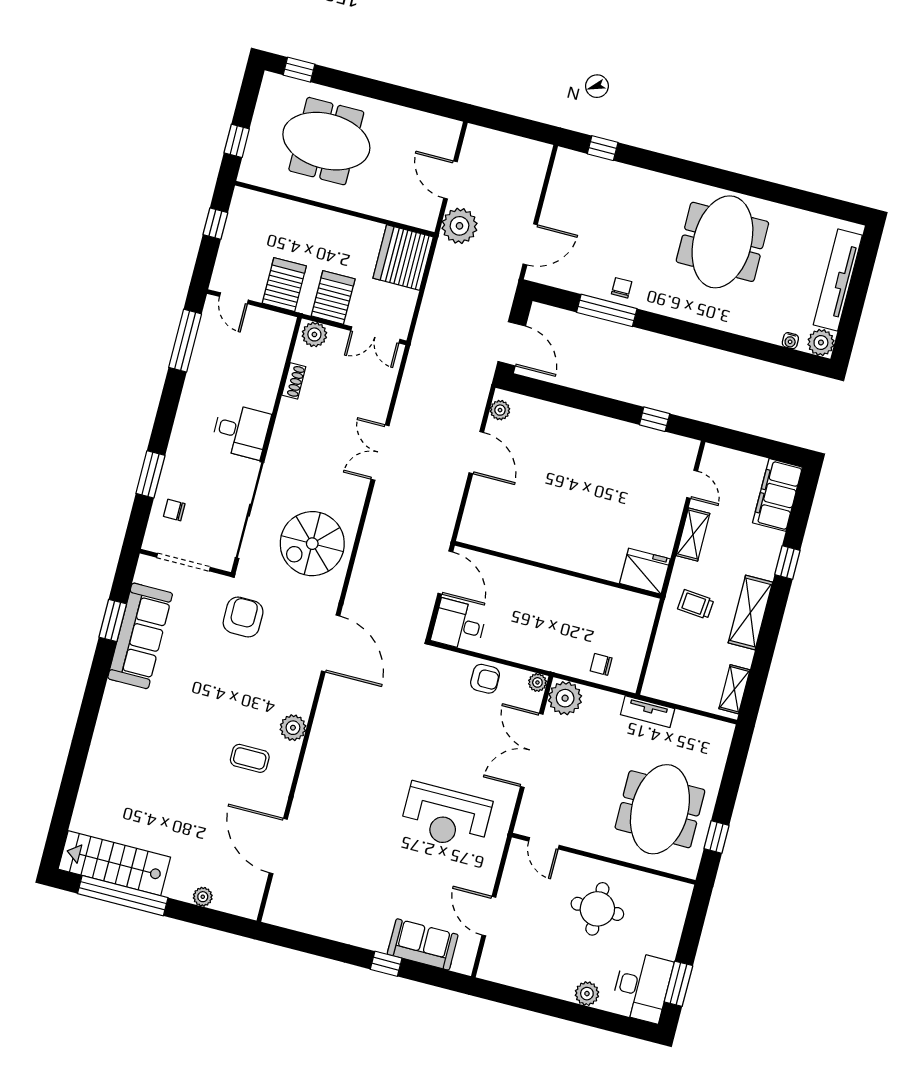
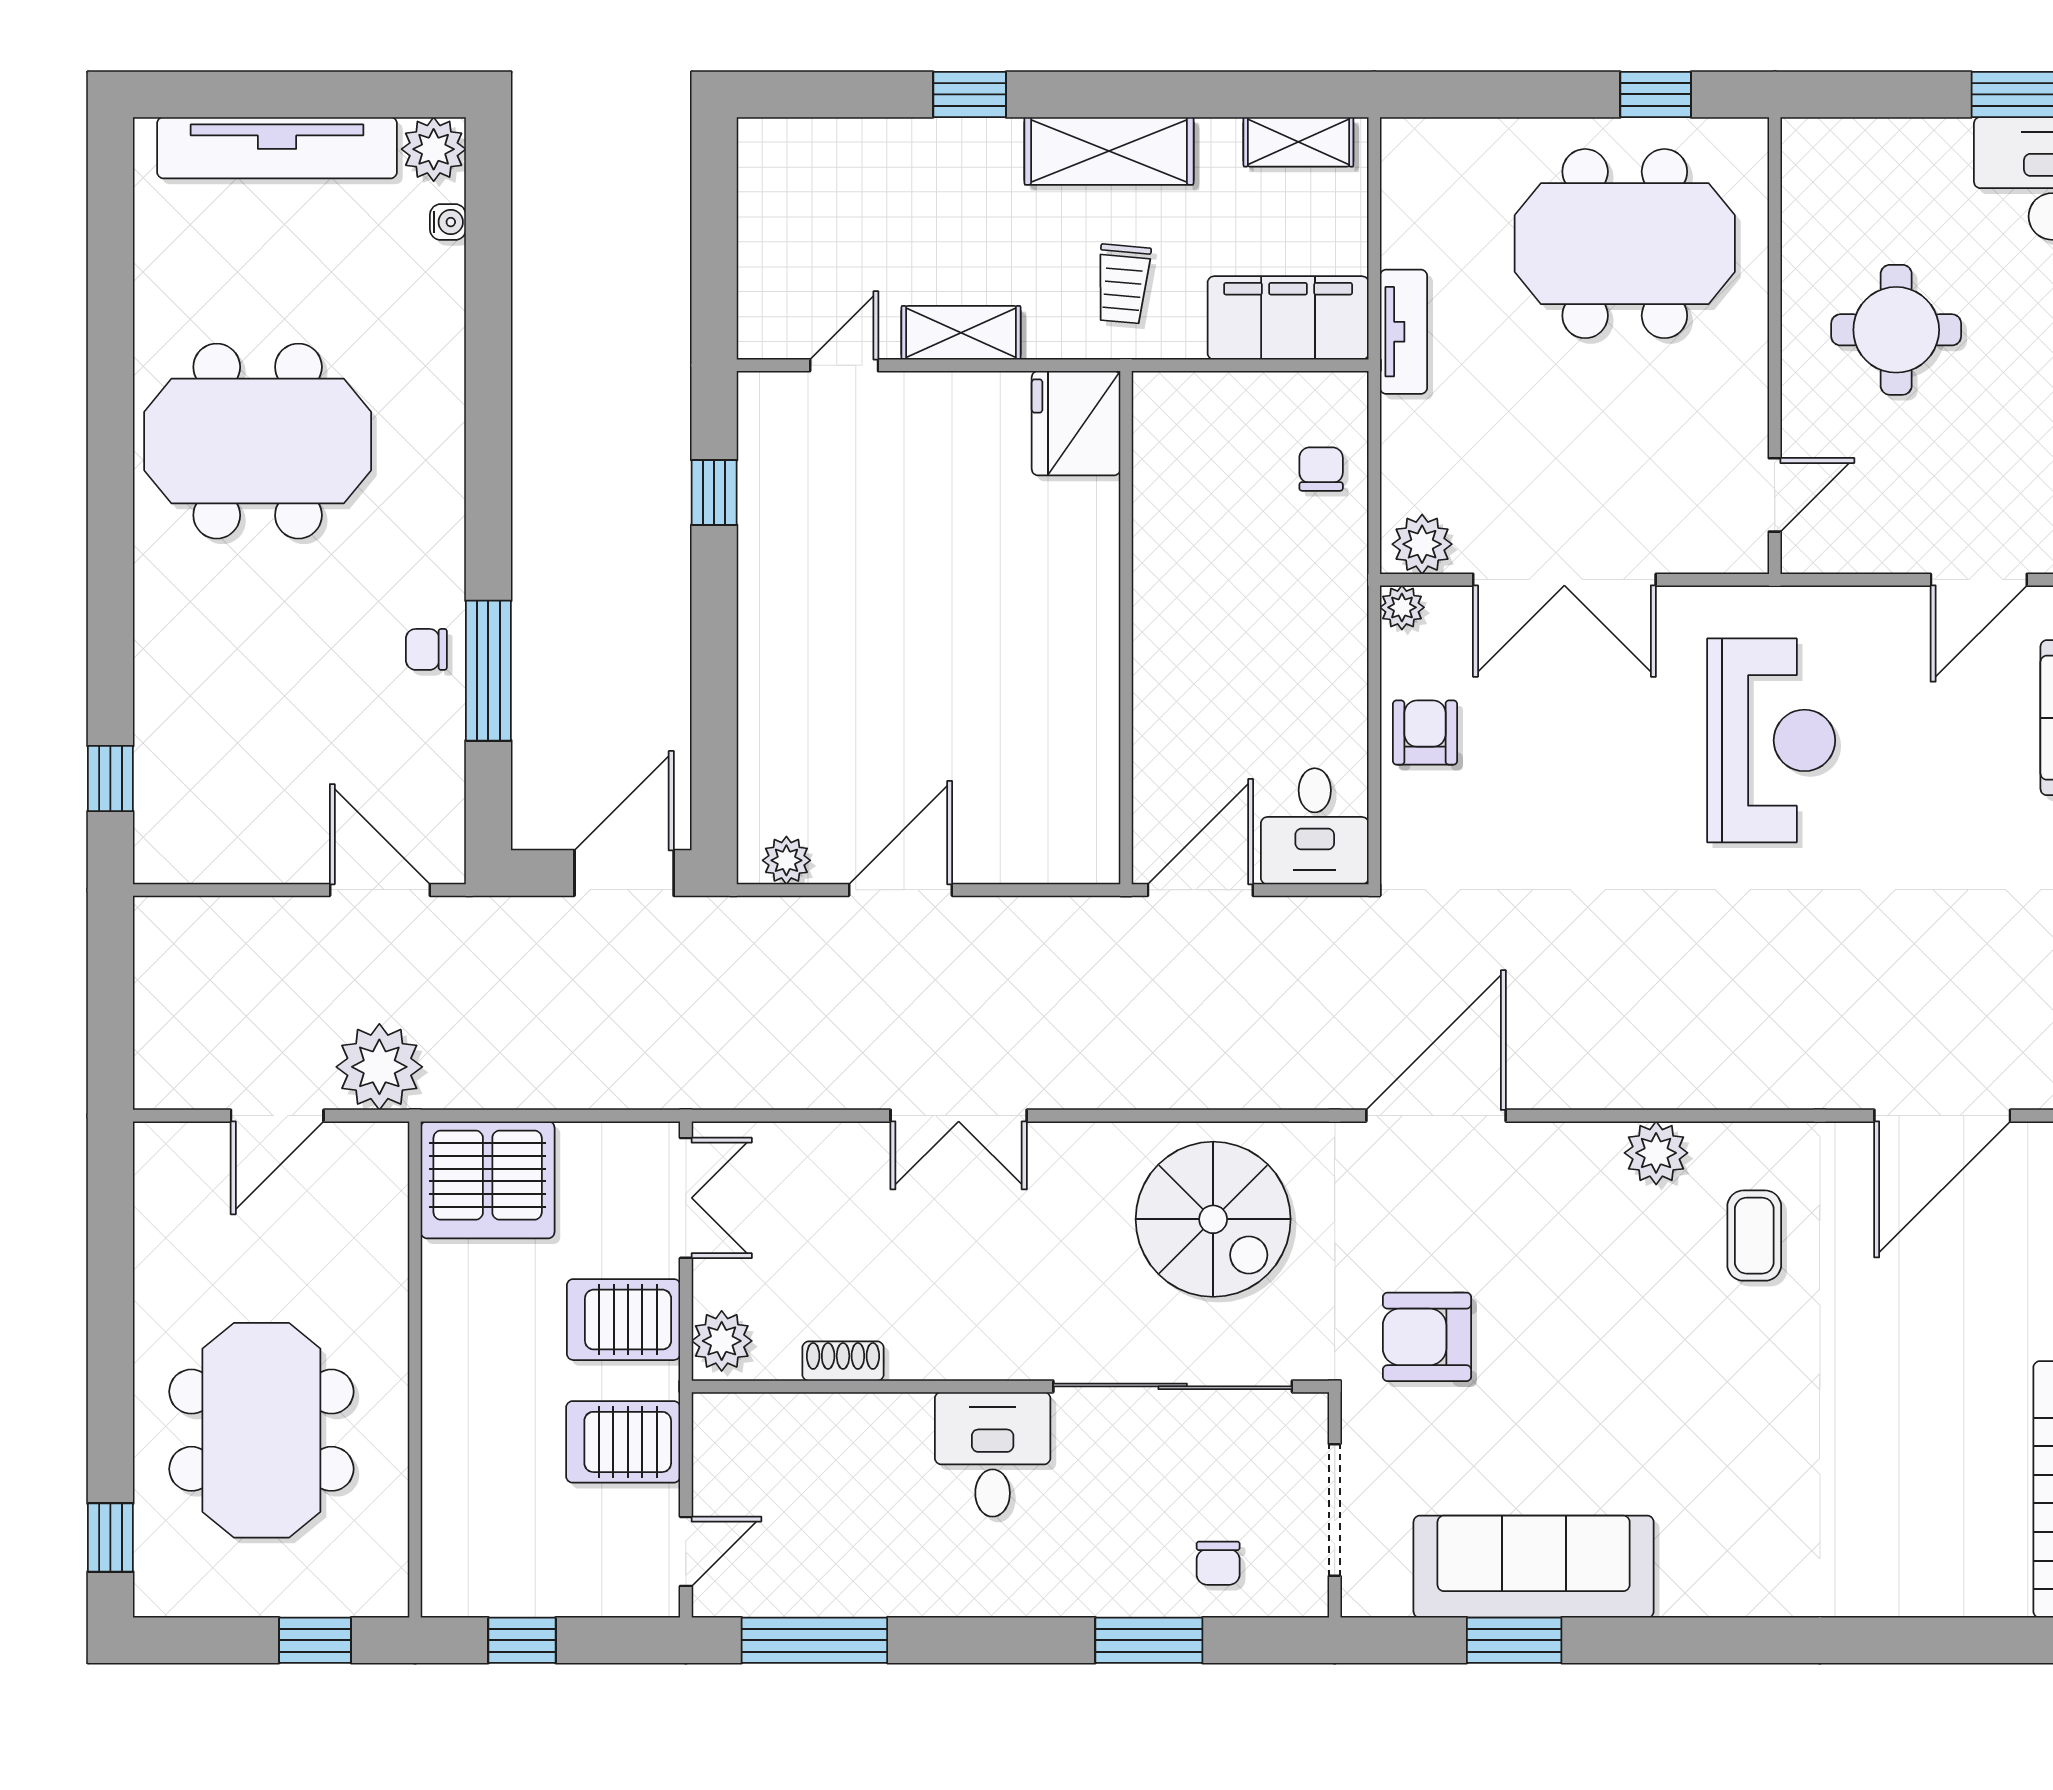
filing cabinet: (777, 495) -> (1288, 318), moved, turned 180
chair: (601, 664) -> (1321, 469), turned 180
plant: (565, 698) -> (1422, 544), width x0.73, depth x0.73

